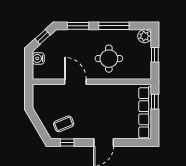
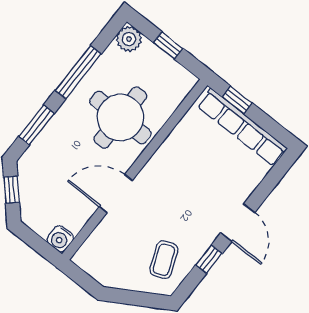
water cooler: (38, 58) -> (60, 239), moved
round table: (109, 59) -> (120, 118), width x1.36, depth x1.36
window: (67, 143) -> (209, 259), moved

